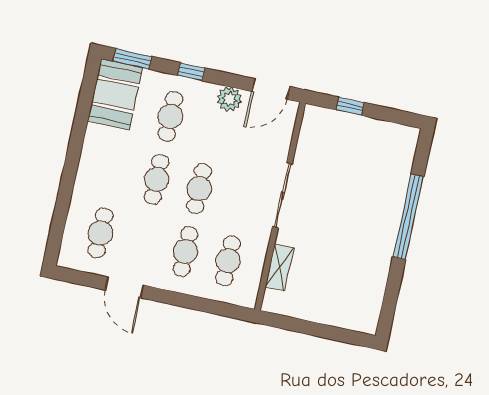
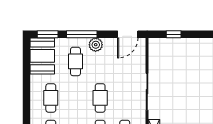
window: (191, 72) -> (82, 34), width x2.17
plant: (229, 99) -> (96, 45), moved
cafe table: (157, 179) -> (51, 98), moved

